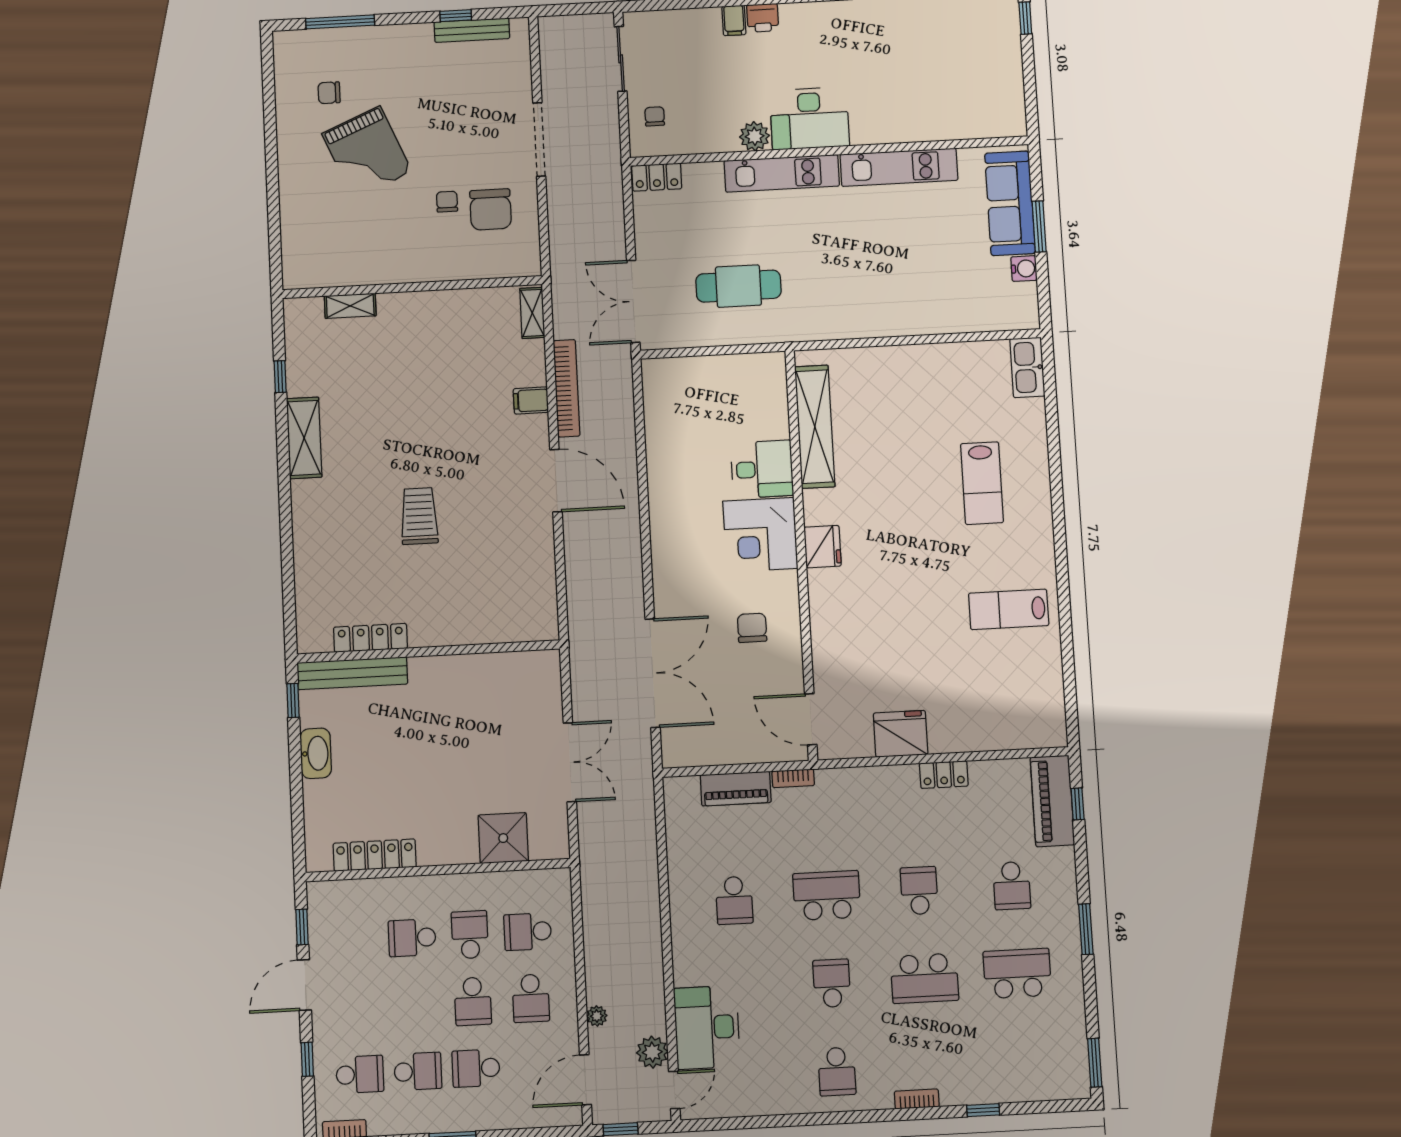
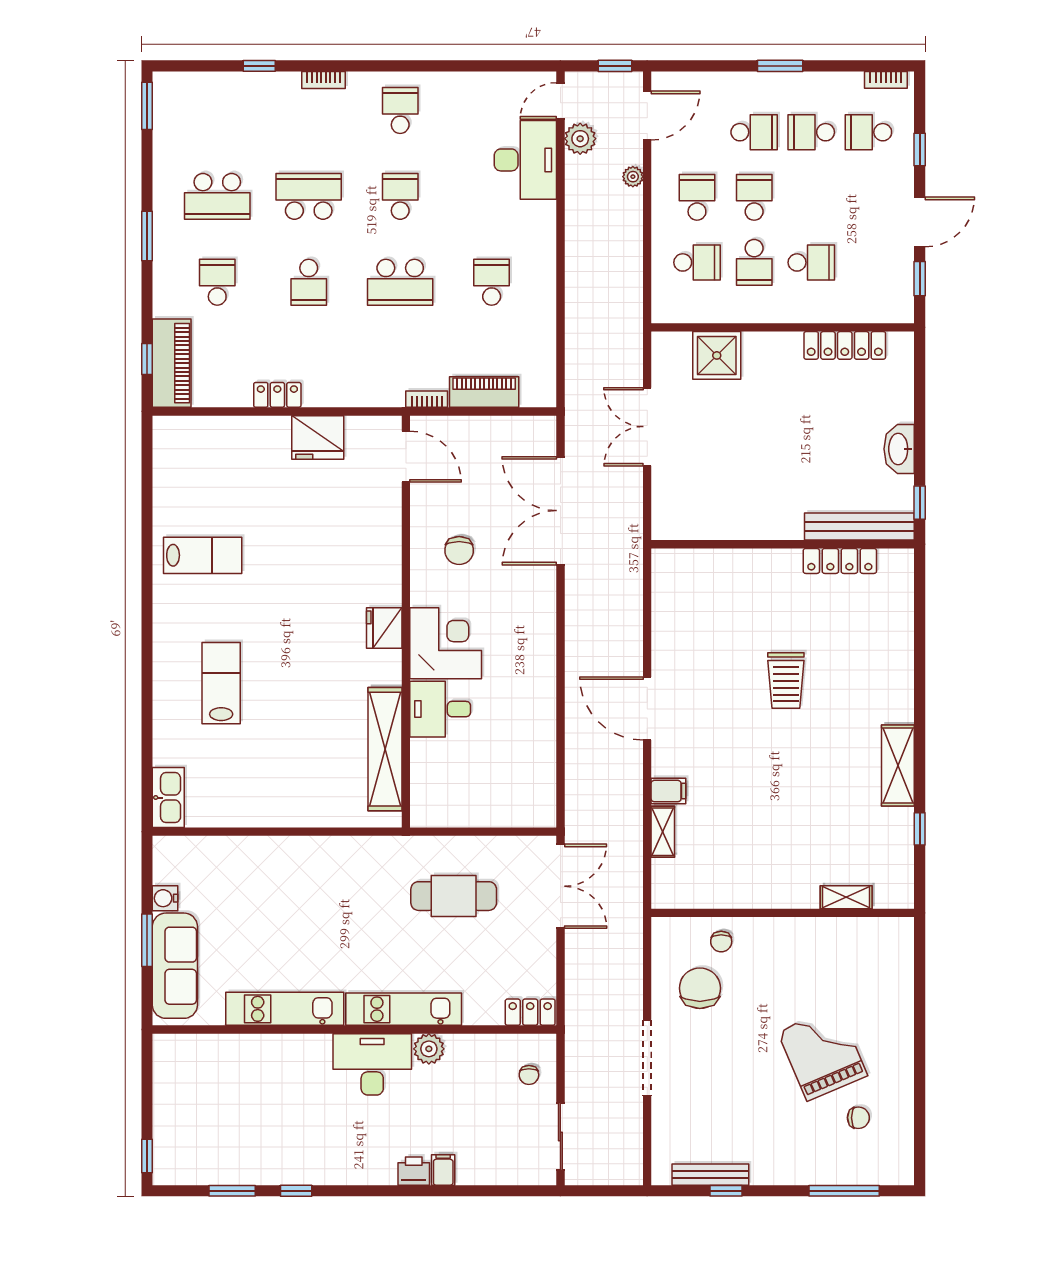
chair: (447, 202) -> (721, 942), moved
shelving: (532, 313) -> (663, 832), moved
bookcase: (567, 388) -> (632, 802), removed
school desk: (832, 983) -> (400, 196), turned 180

